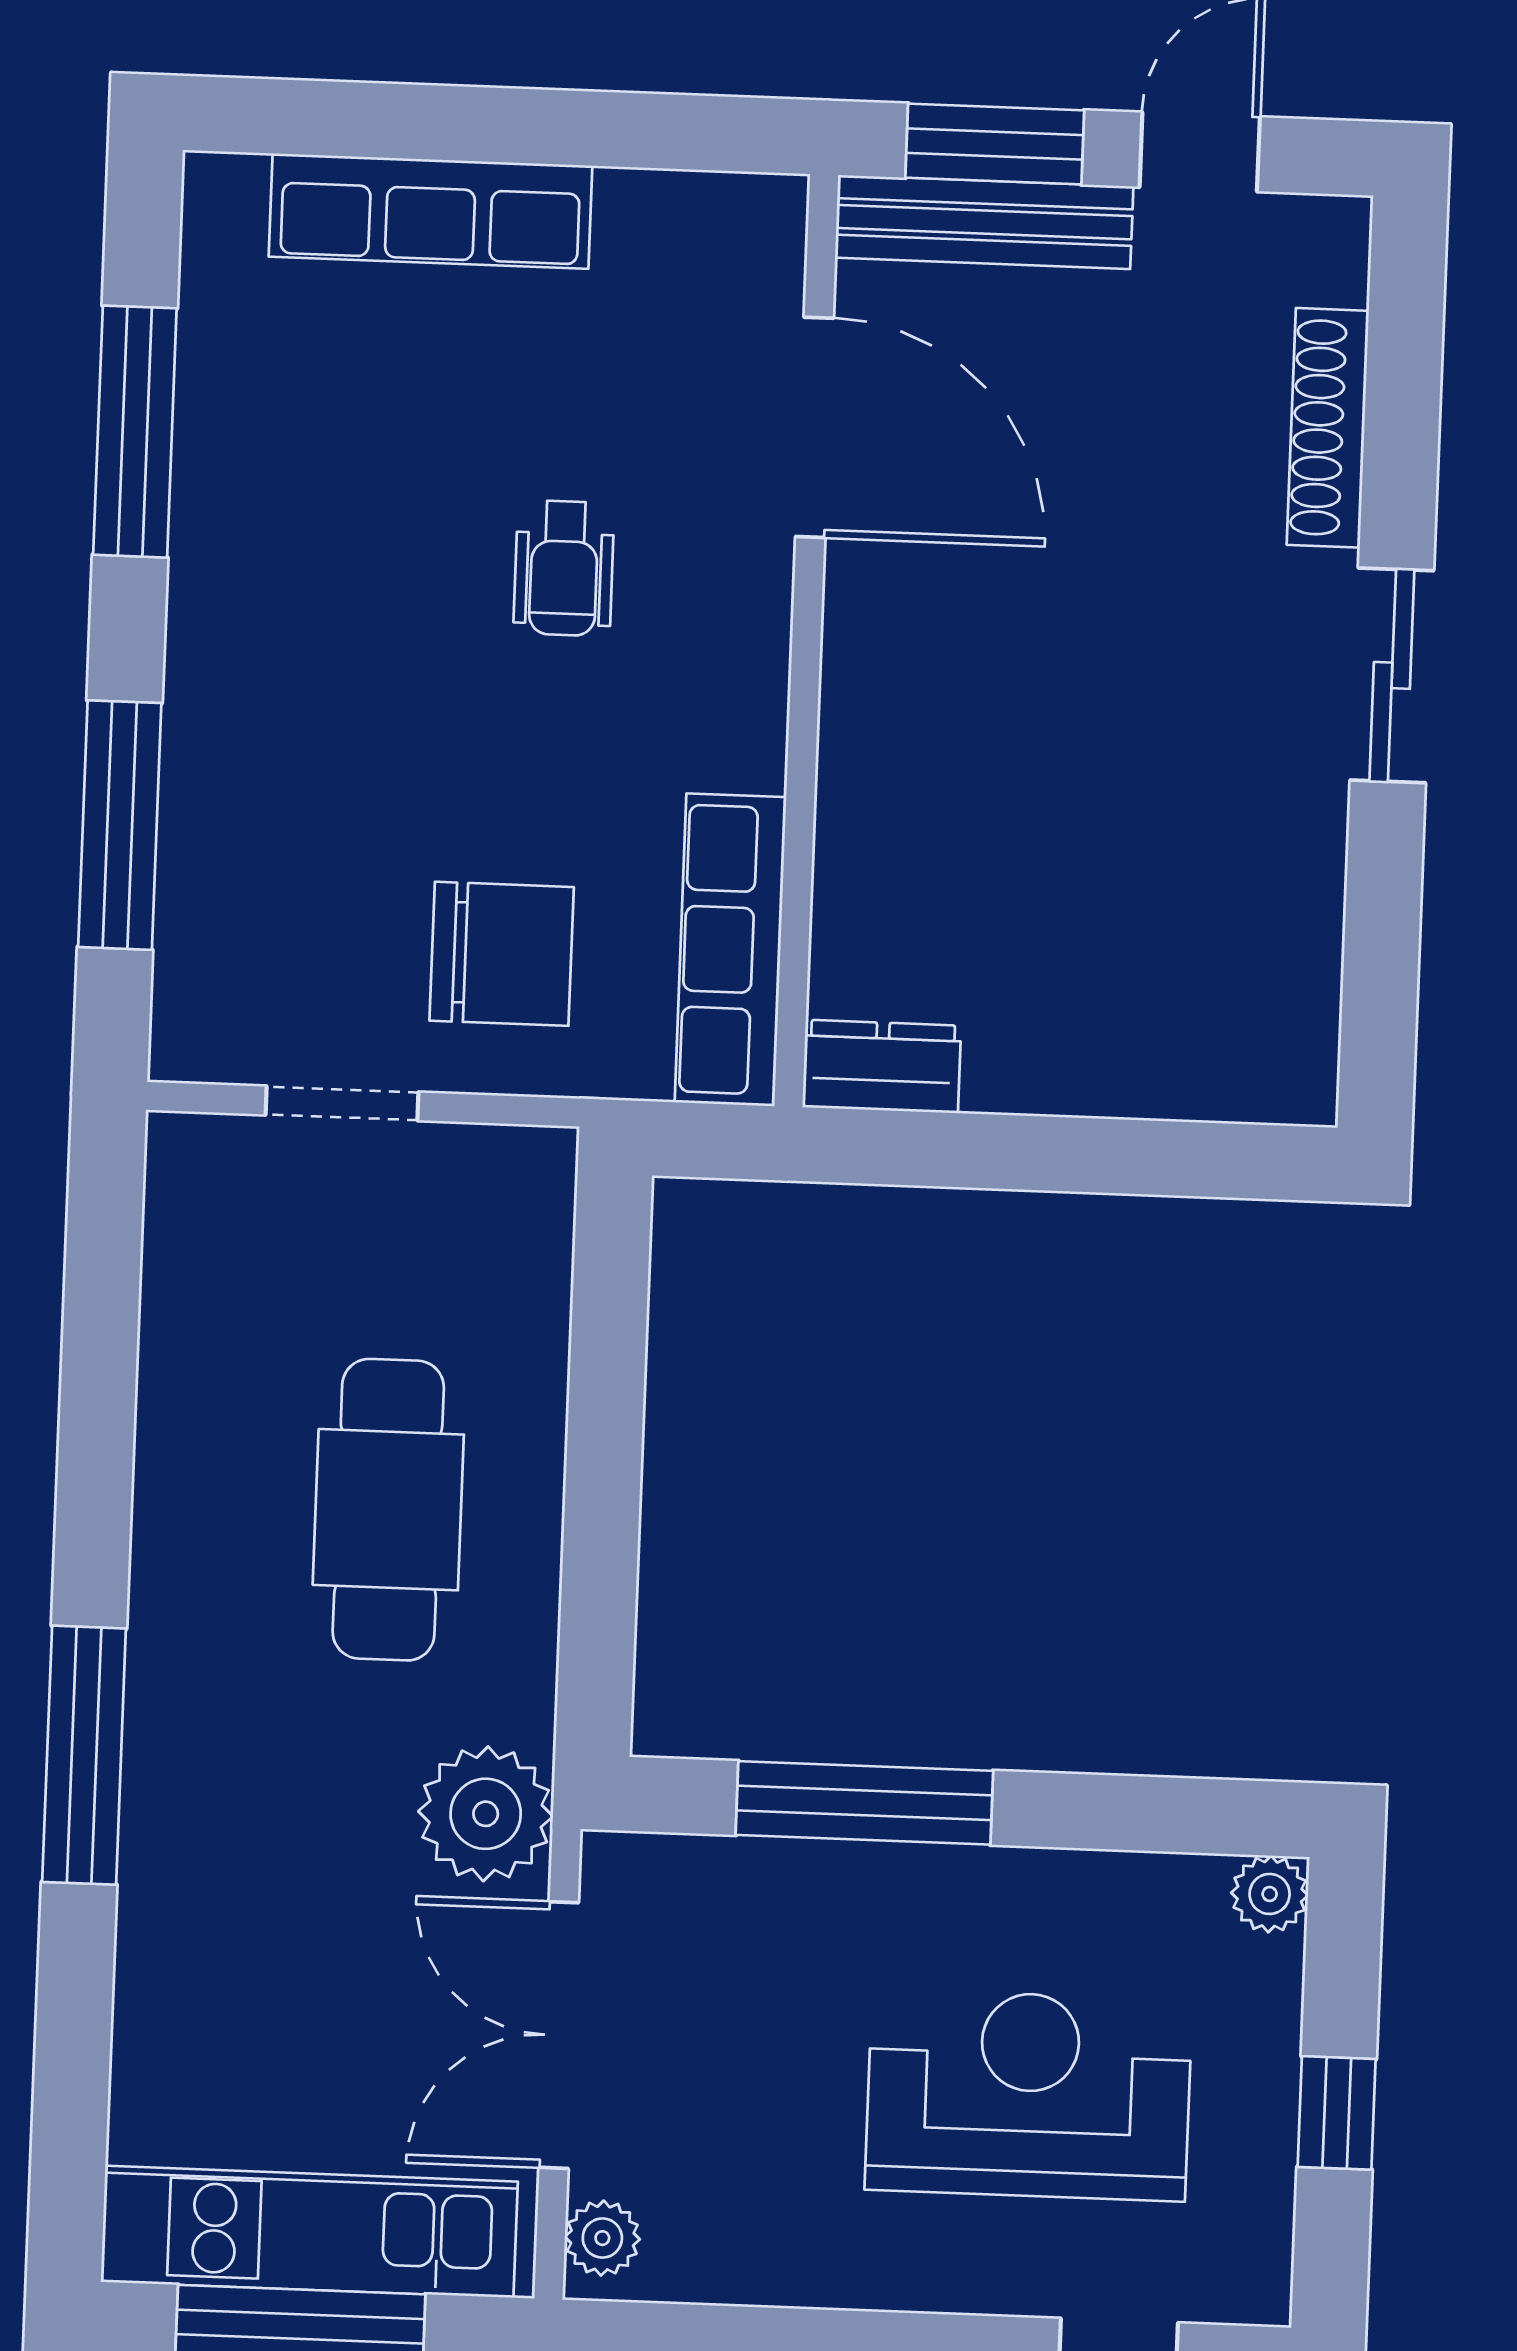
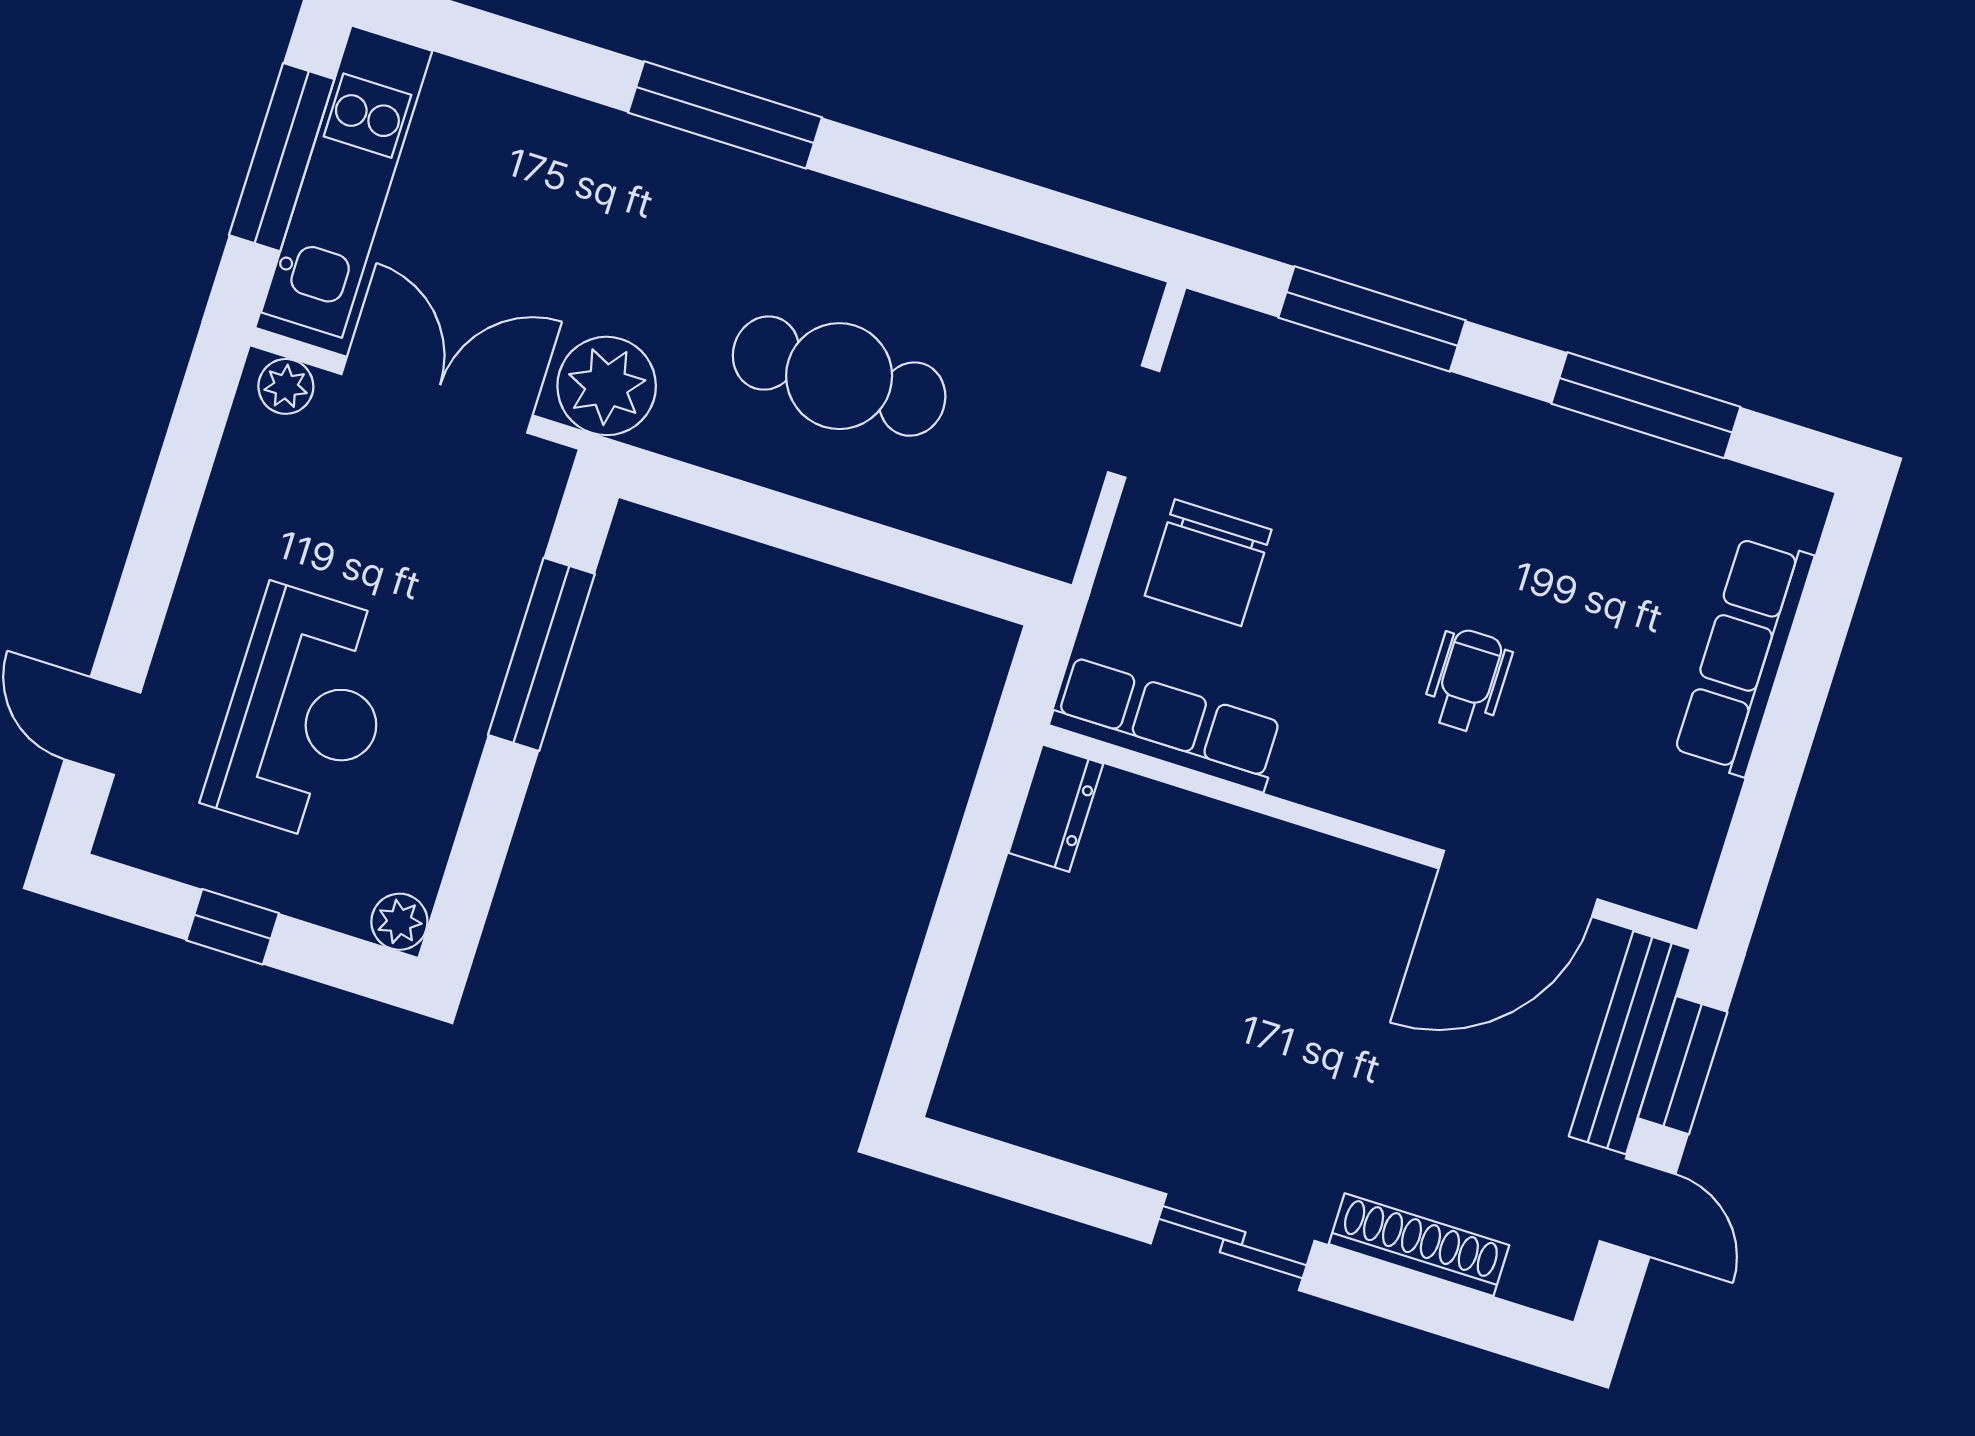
wheelchair: (564, 568) -> (1467, 681), turned 90

